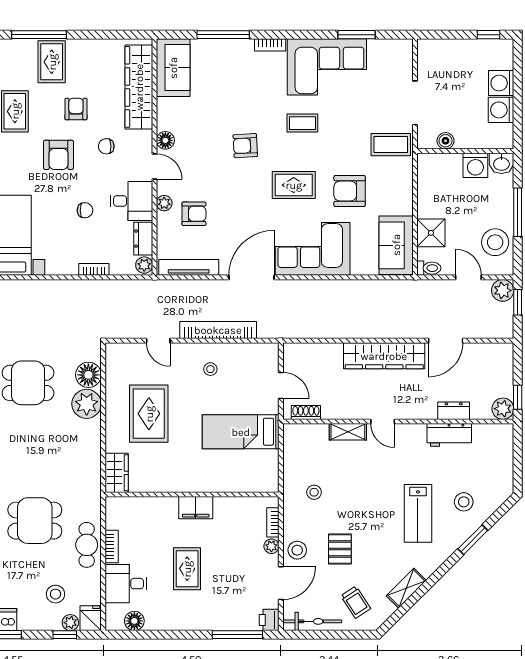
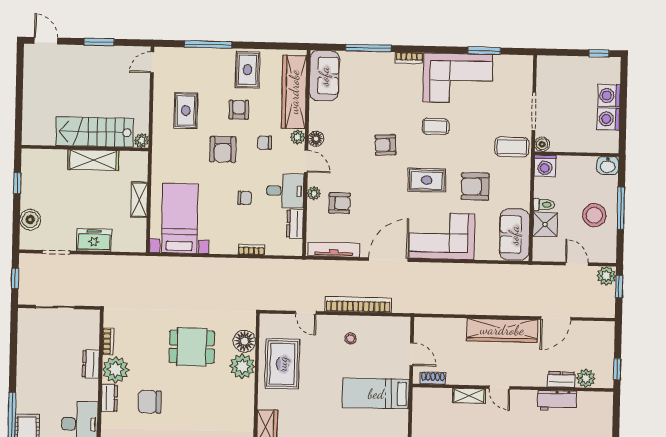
rug: (52, 62) -> (248, 70), moved
boiler: (446, 141) -> (542, 144), moved
washing machine: (475, 165) -> (545, 166), moved
stool: (495, 242) -> (594, 215), moved
plant: (144, 265) -> (298, 137), moved
toilet: (429, 268) -> (544, 205), moved
plant: (503, 409) -> (586, 378), moved
rug: (149, 414) -> (282, 364), moved

